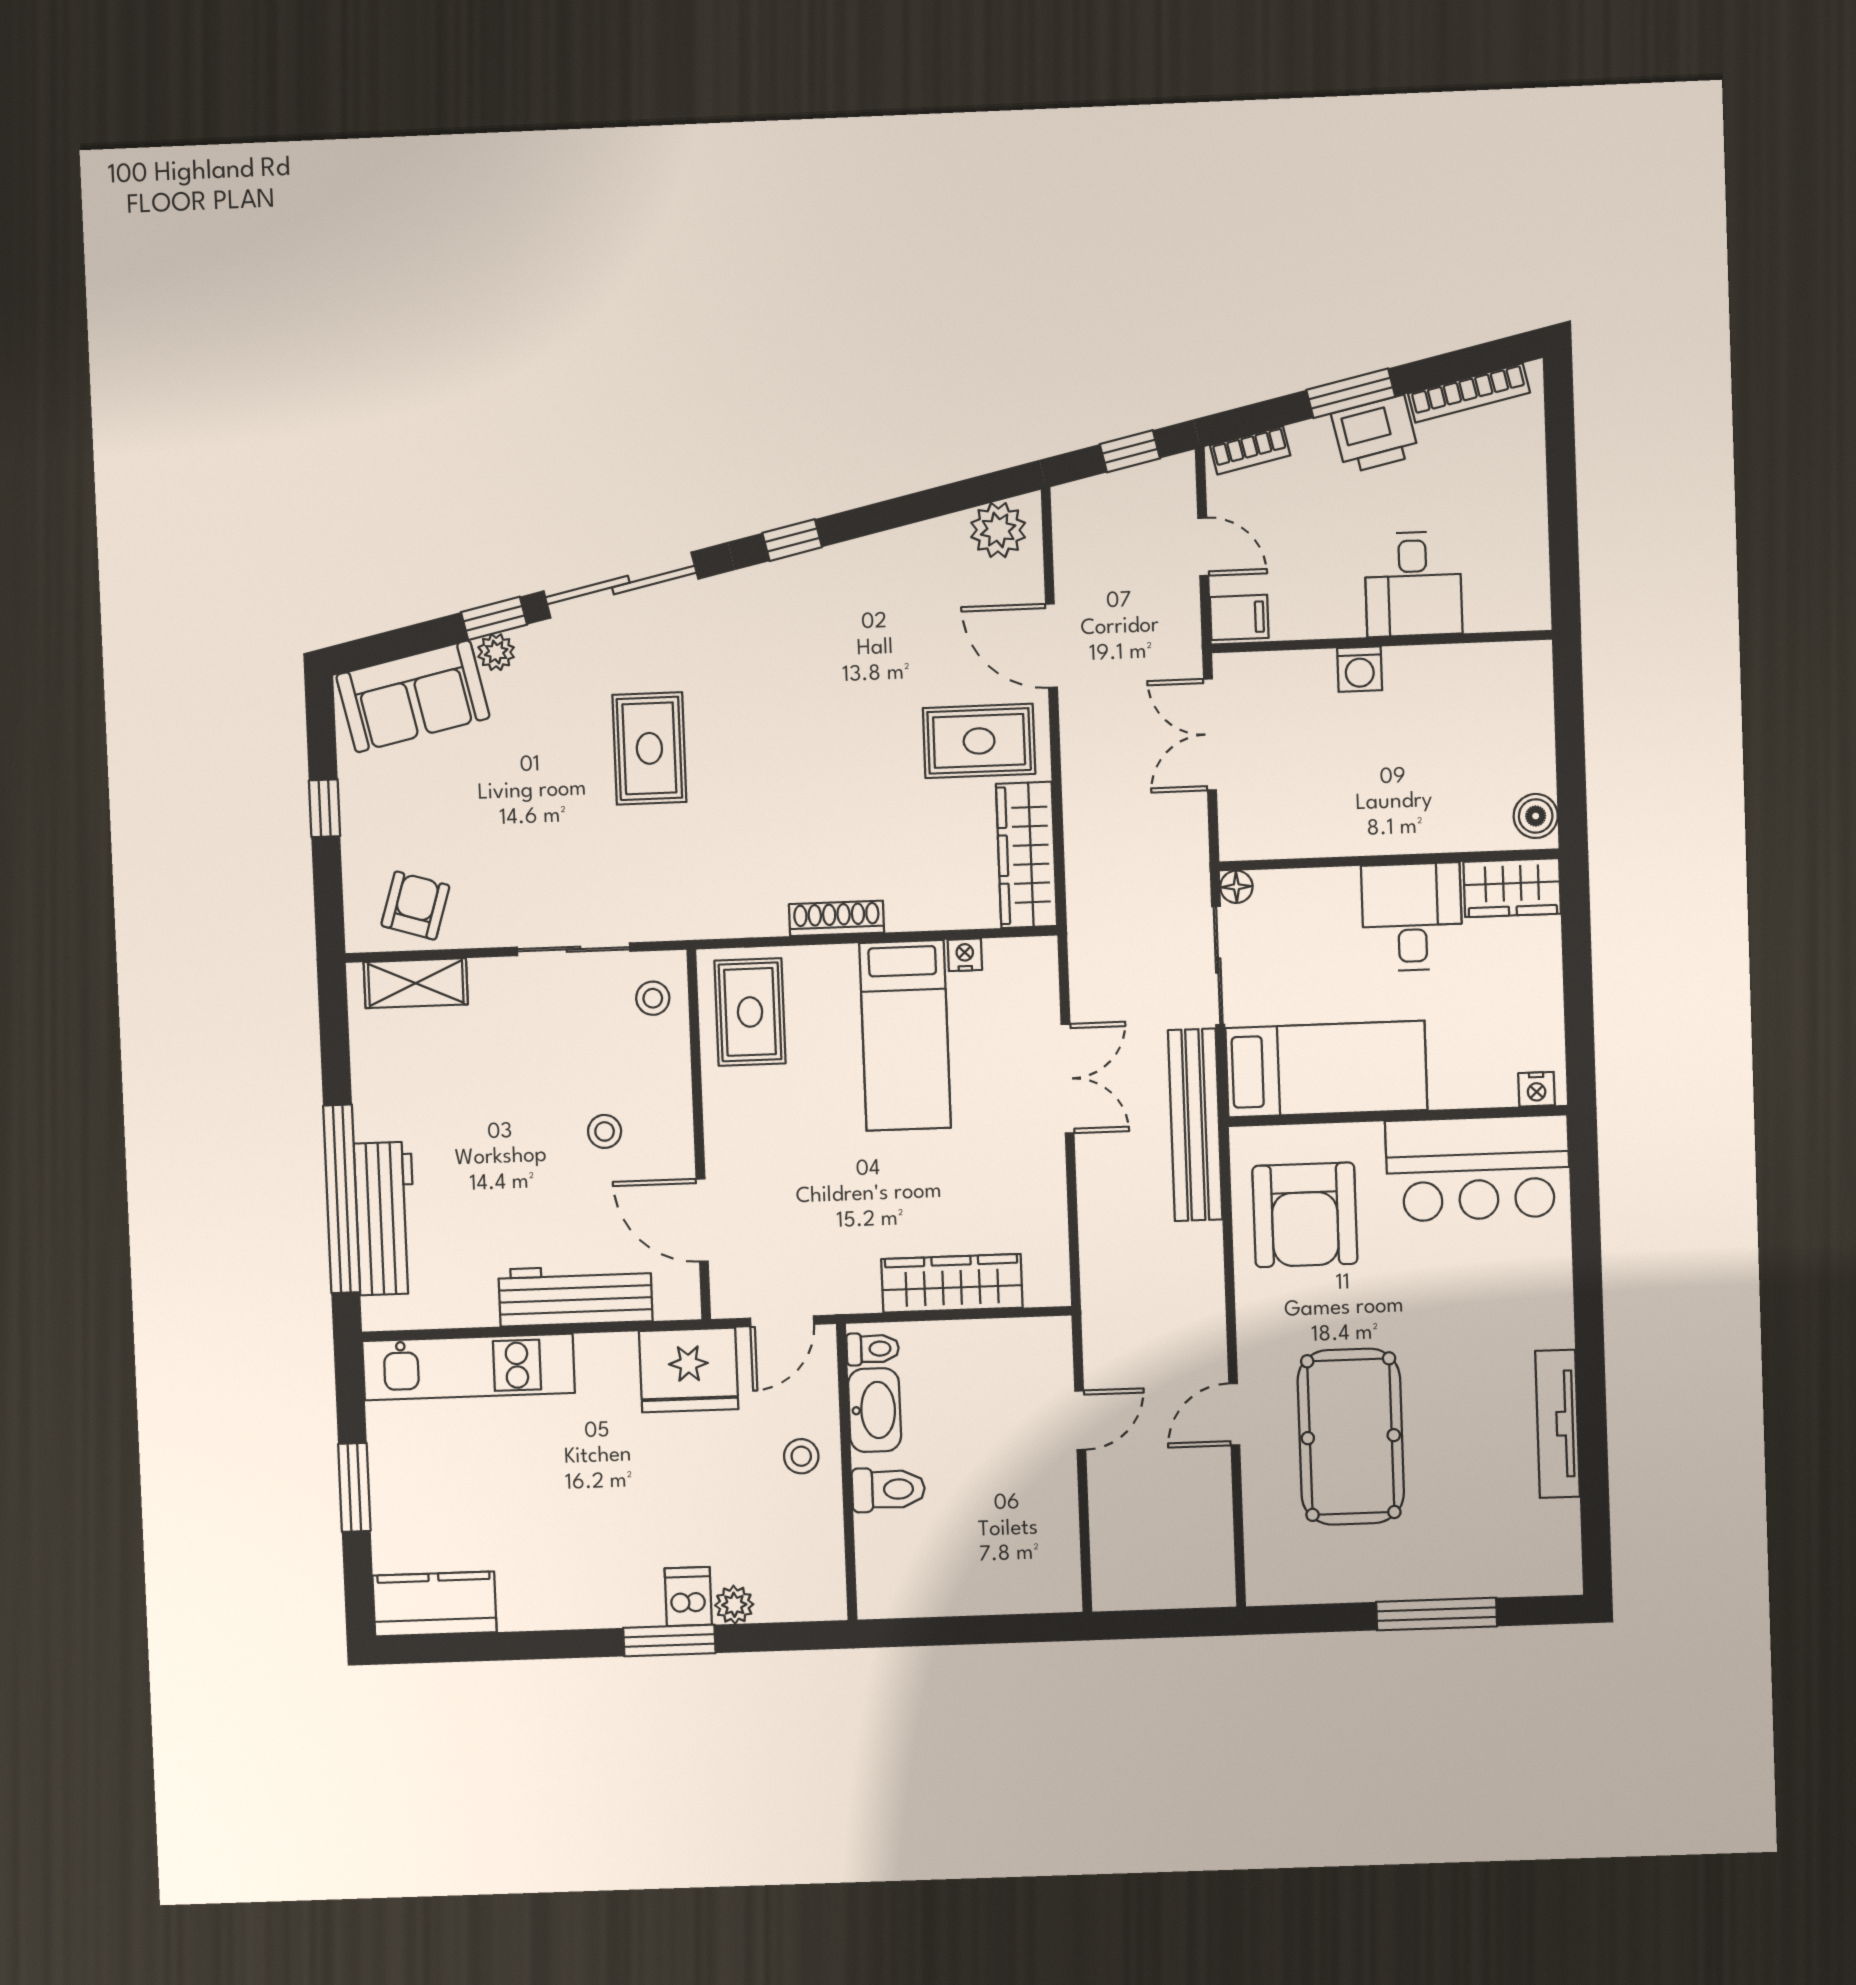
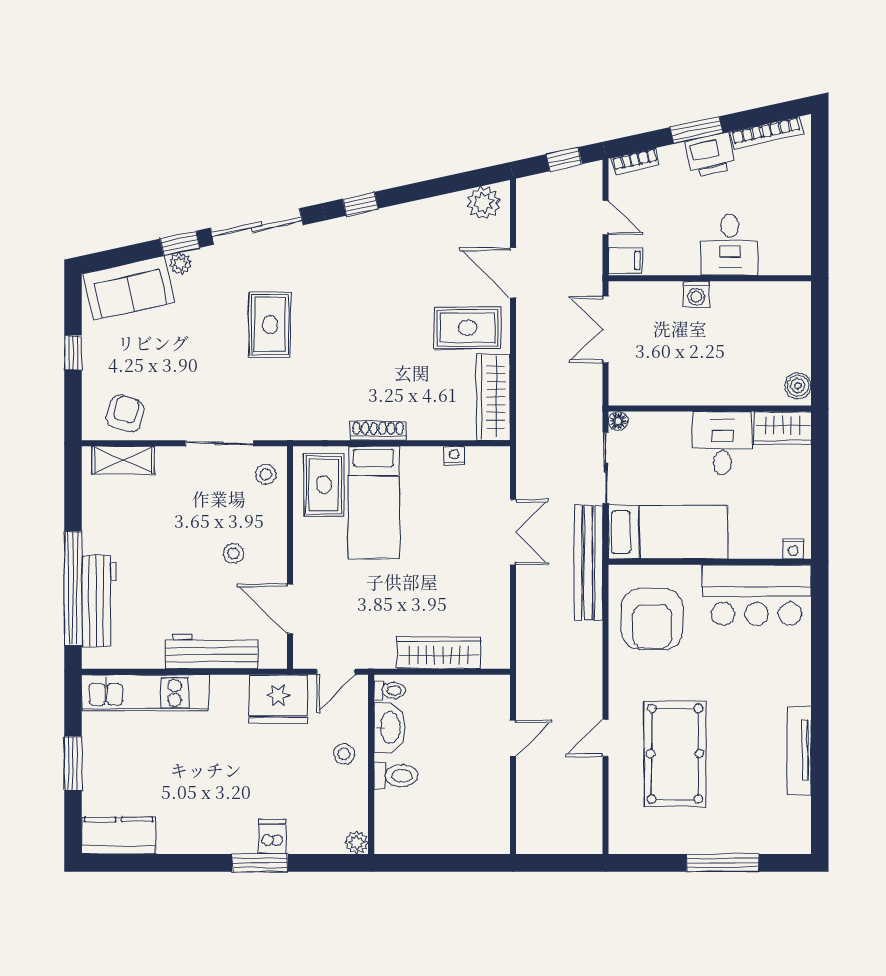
bed: (905, 1035) -> (374, 502), moved
plant: (734, 1605) -> (357, 843), moved

